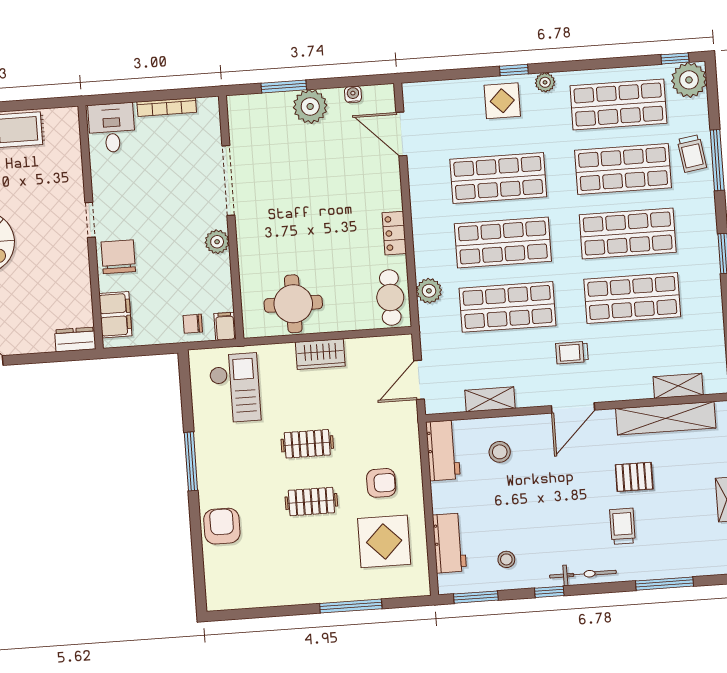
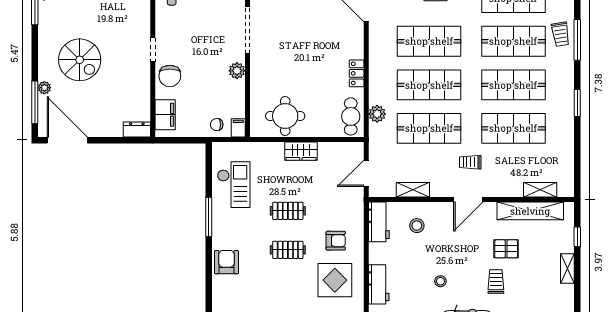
chair: (118, 257) -> (170, 76), turned 180
checkout: (235, 388) -> (234, 185), moved
stool: (506, 559) -> (440, 281), moved

